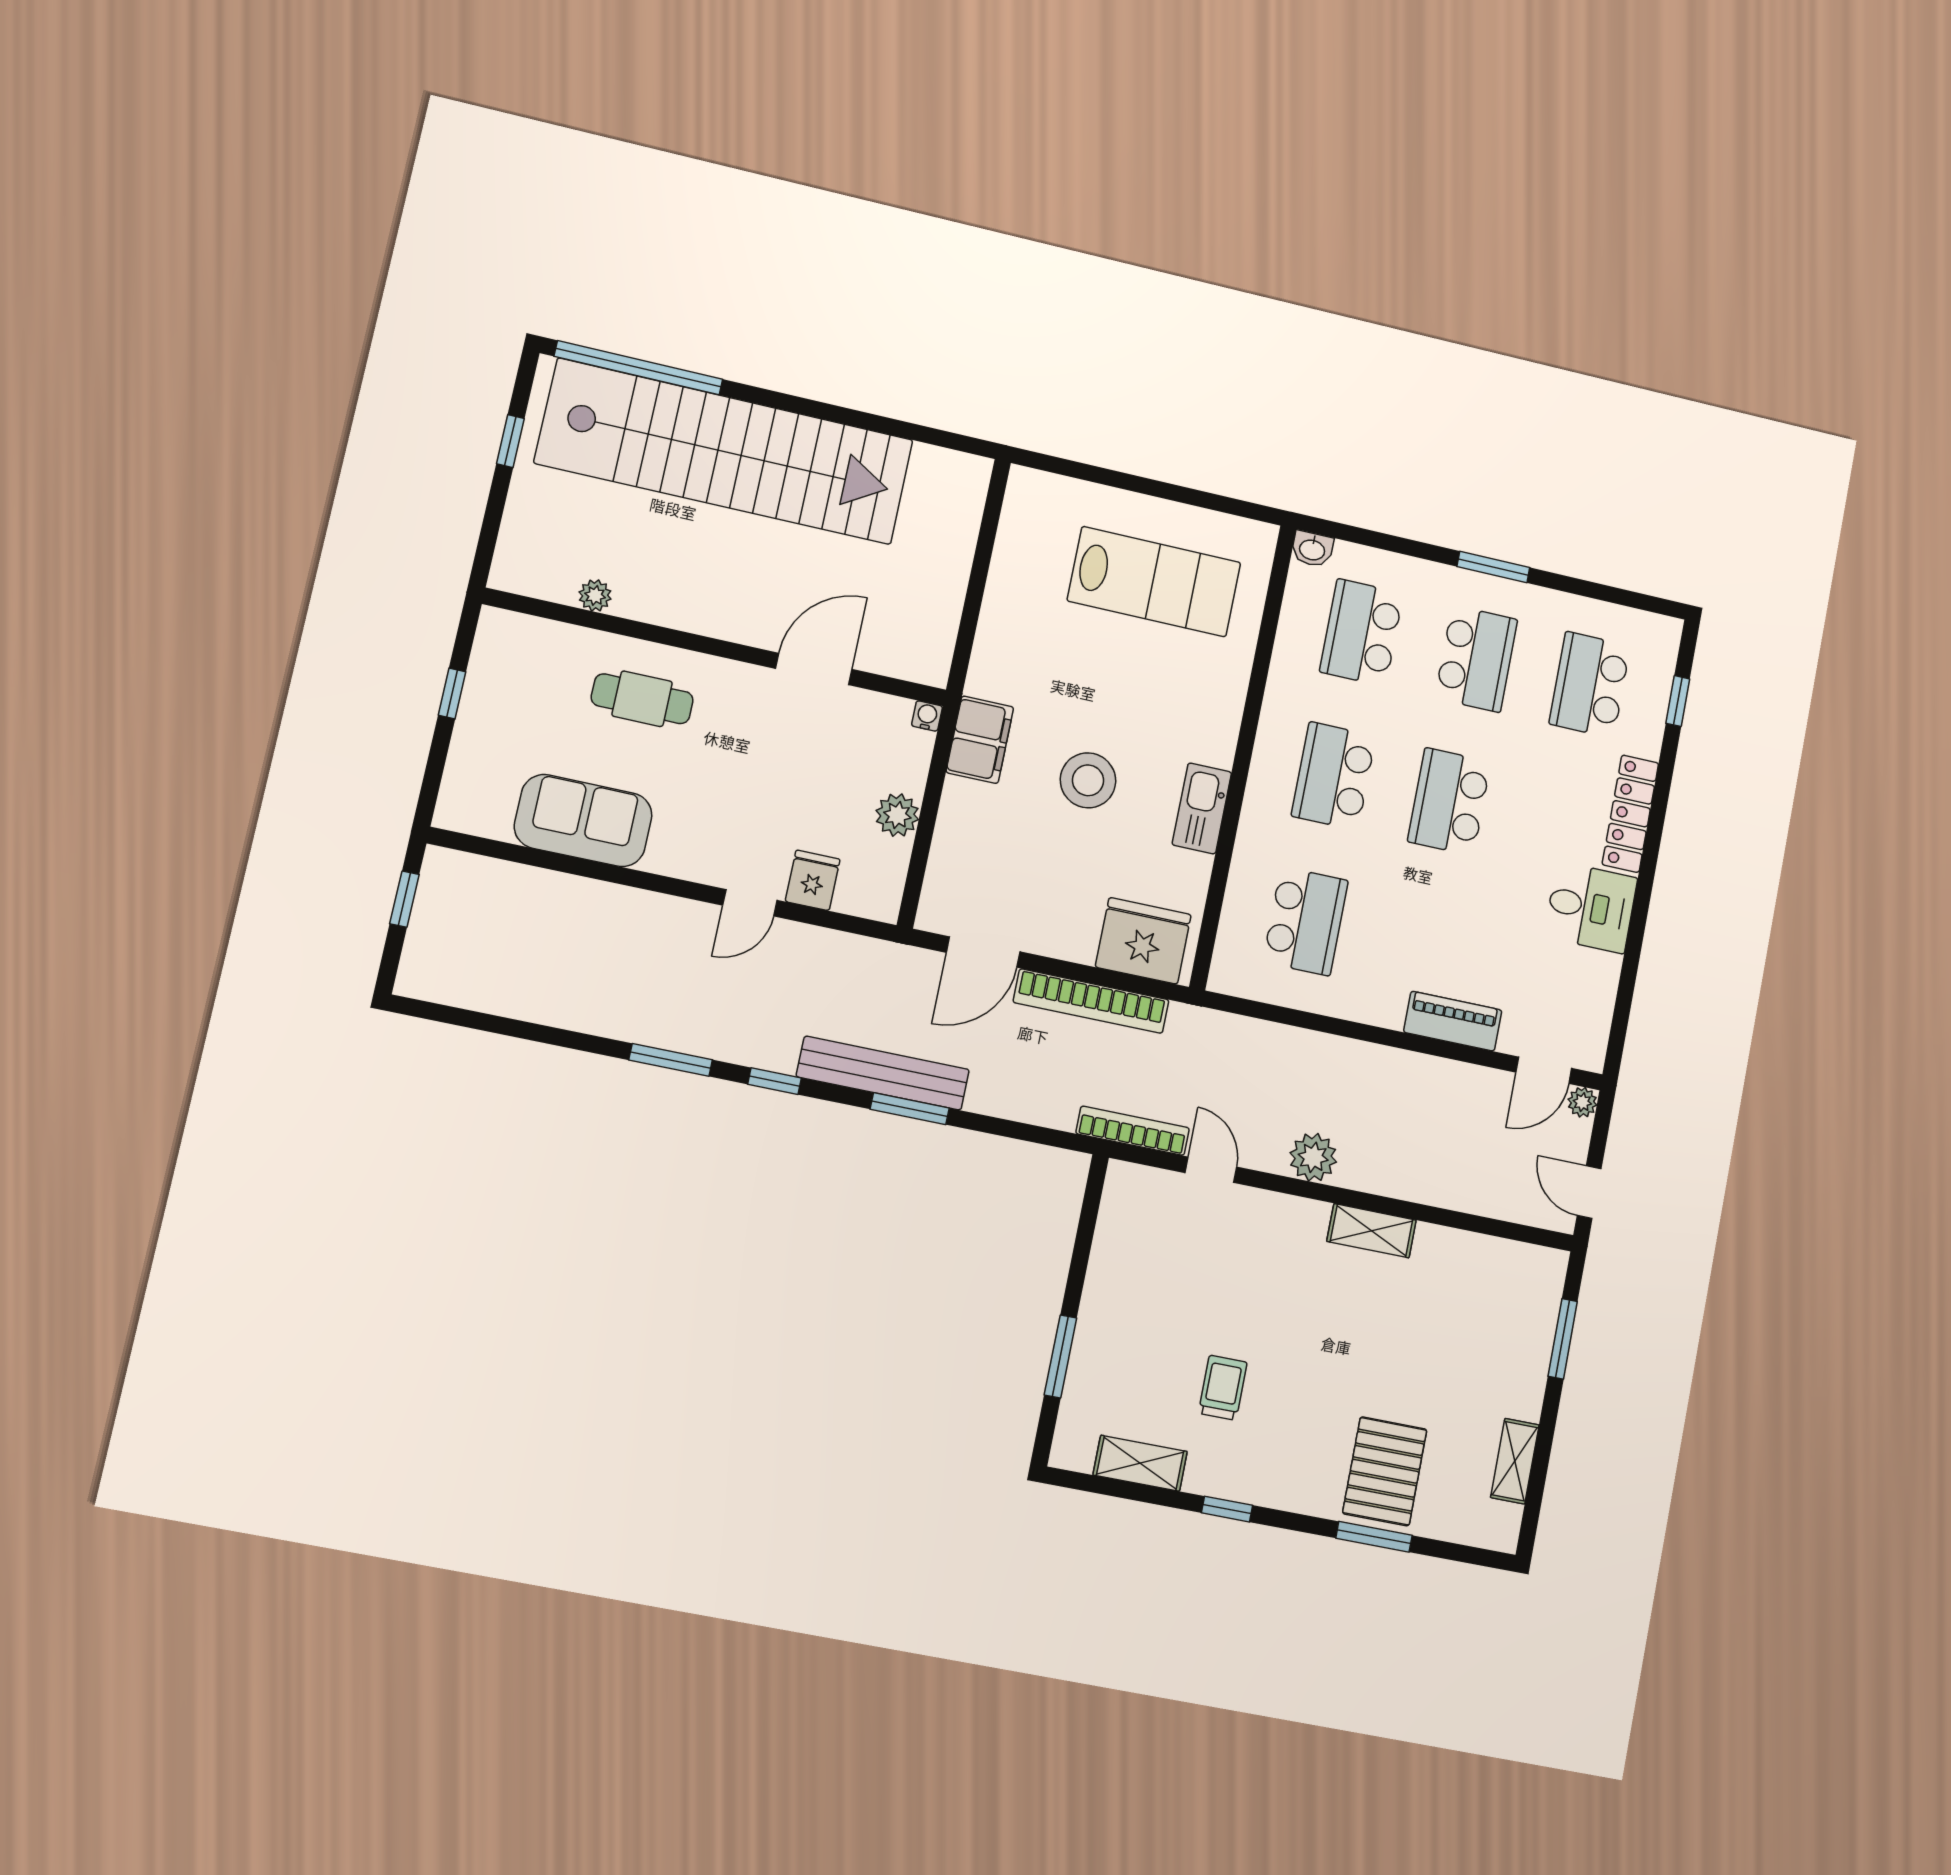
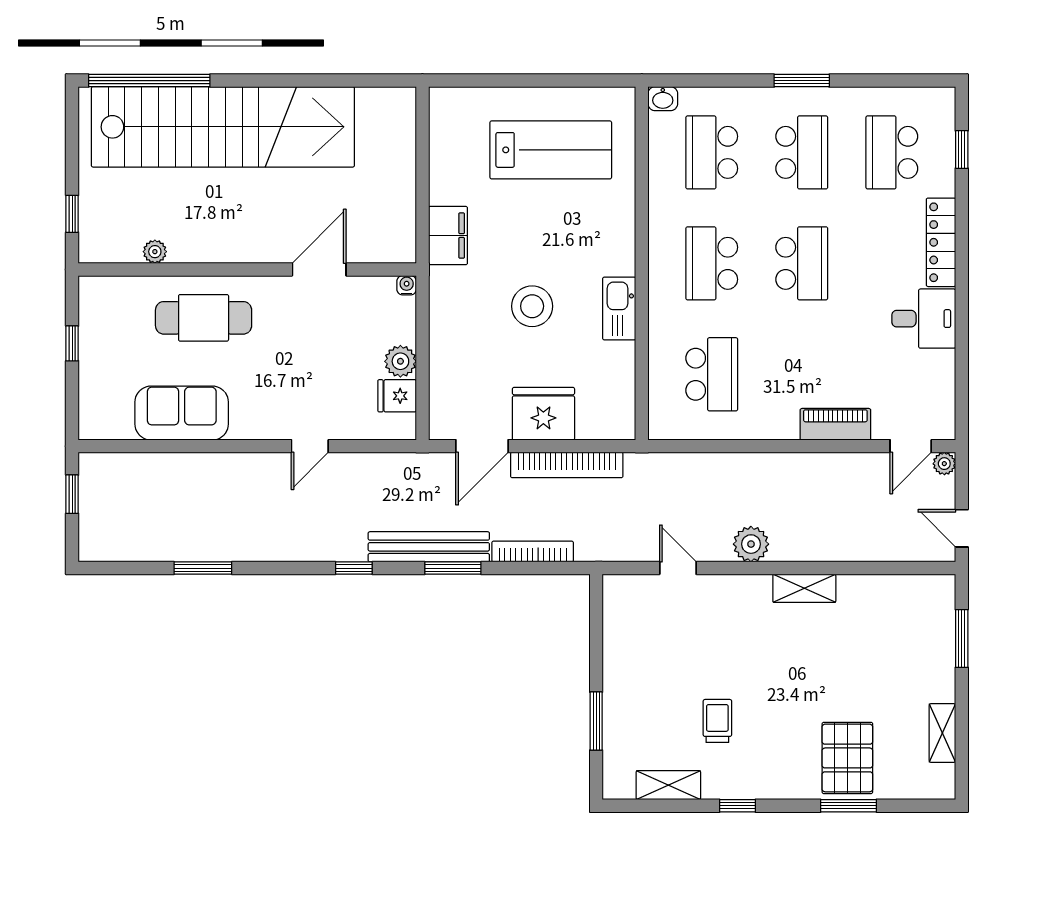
window: (510, 441) -> (72, 214), moved
cafe table: (642, 699) -> (204, 318), width x1.37, depth x1.35
filing cabinet: (980, 740) -> (448, 236), moved
school desk: (1449, 802) -> (802, 263), turned 180
fridge: (813, 880) -> (397, 396), moved, turned -90
fridge: (1143, 941) -> (543, 414), moved
window: (671, 1060) -> (203, 568), moved
bookcase: (1133, 1131) -> (533, 551), moved

